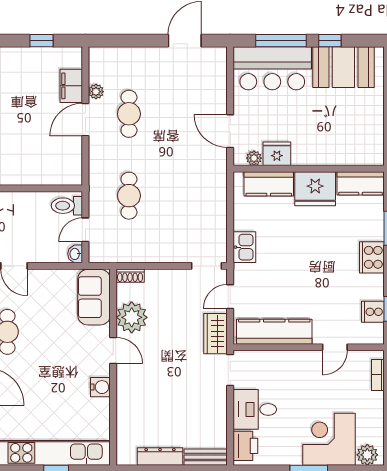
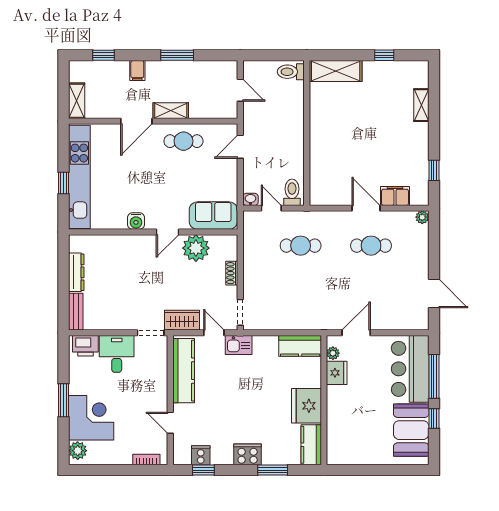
plant: (96, 92) -> (422, 217), moved
kitchen counter: (269, 184) -> (300, 346), moved, turned -90
kitchen sink: (244, 247) -> (239, 345), moved
shoe rack: (130, 276) -> (232, 273), moved

